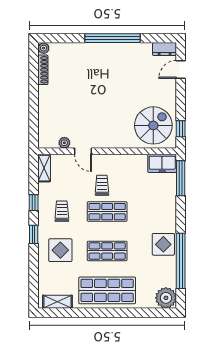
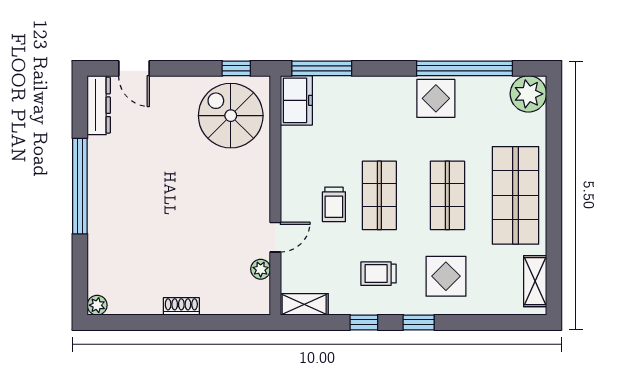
dresser: (165, 49) -> (99, 105), width x1.44
shoe rack: (43, 70) -> (181, 306), moved, width x0.70
trolley: (102, 185) -> (334, 204), turned -90

